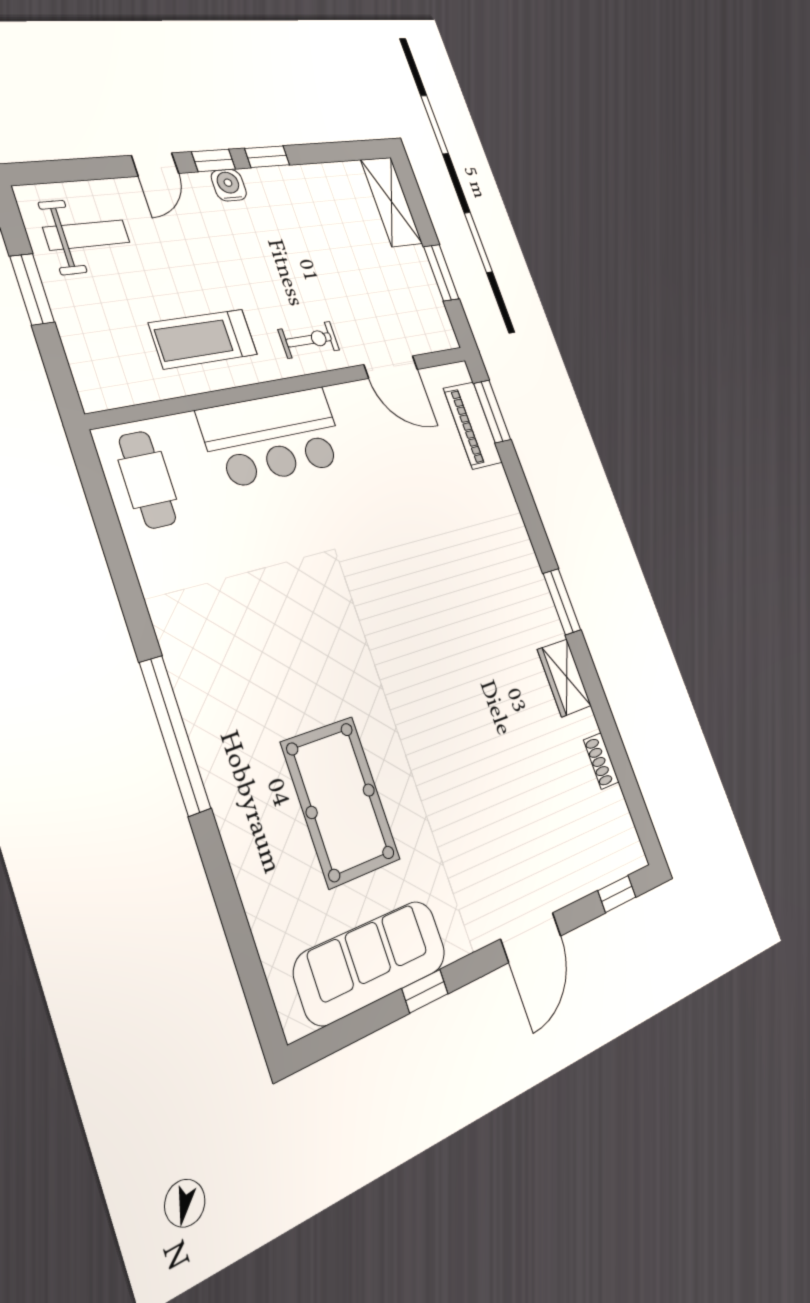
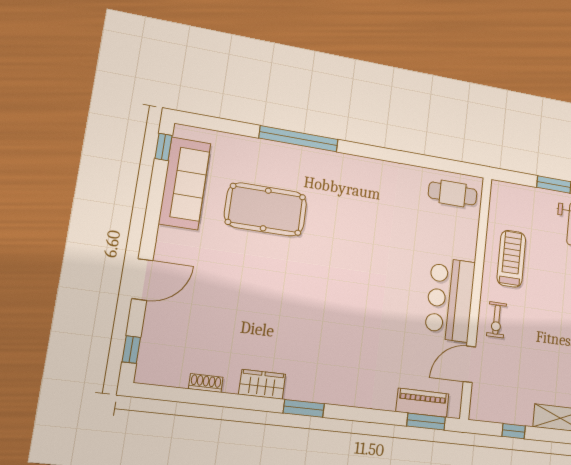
window: (441, 273) -> (514, 431), width x0.67
bar counter: (273, 437) -> (450, 299), moved
window: (175, 735) -> (299, 139), moved
door: (531, 937) -> (142, 280), swing flipped
window: (425, 991) -> (164, 147), moved

